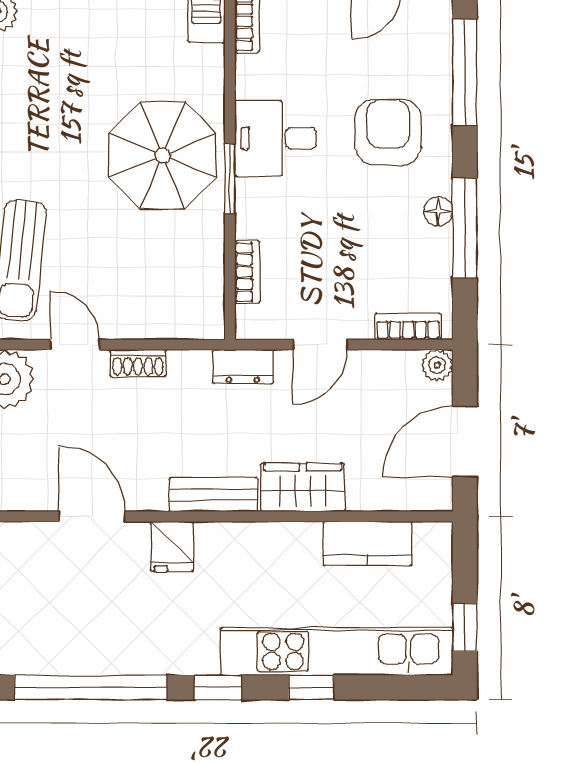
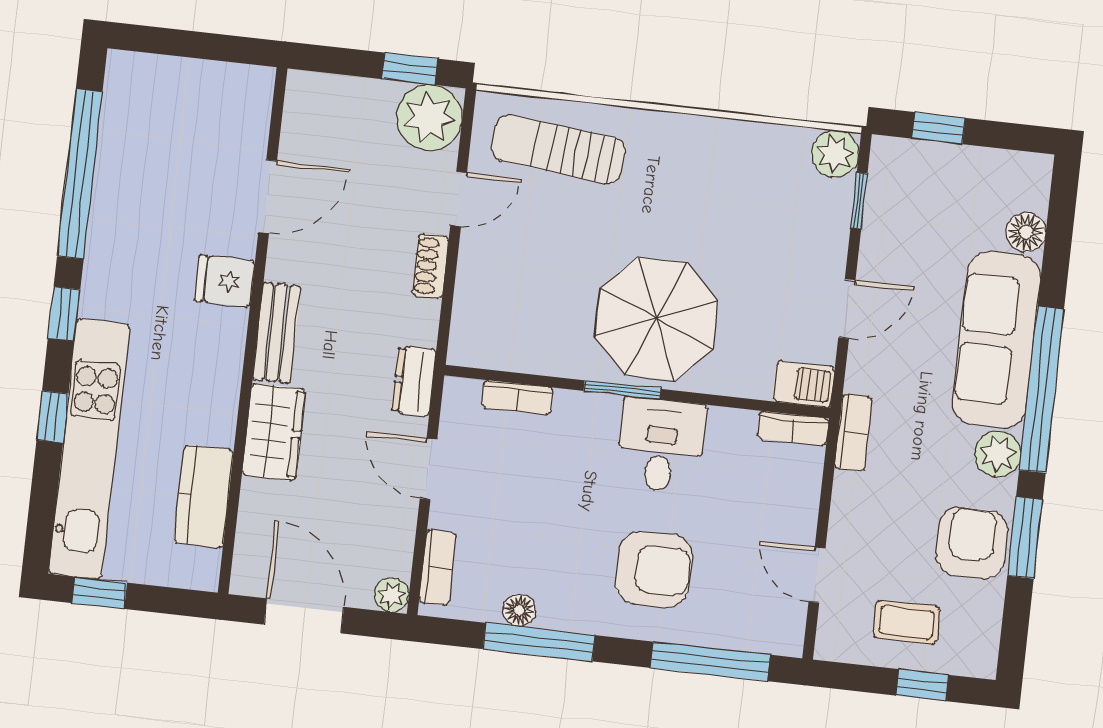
floor lamp: (438, 211) -> (519, 610), moved

